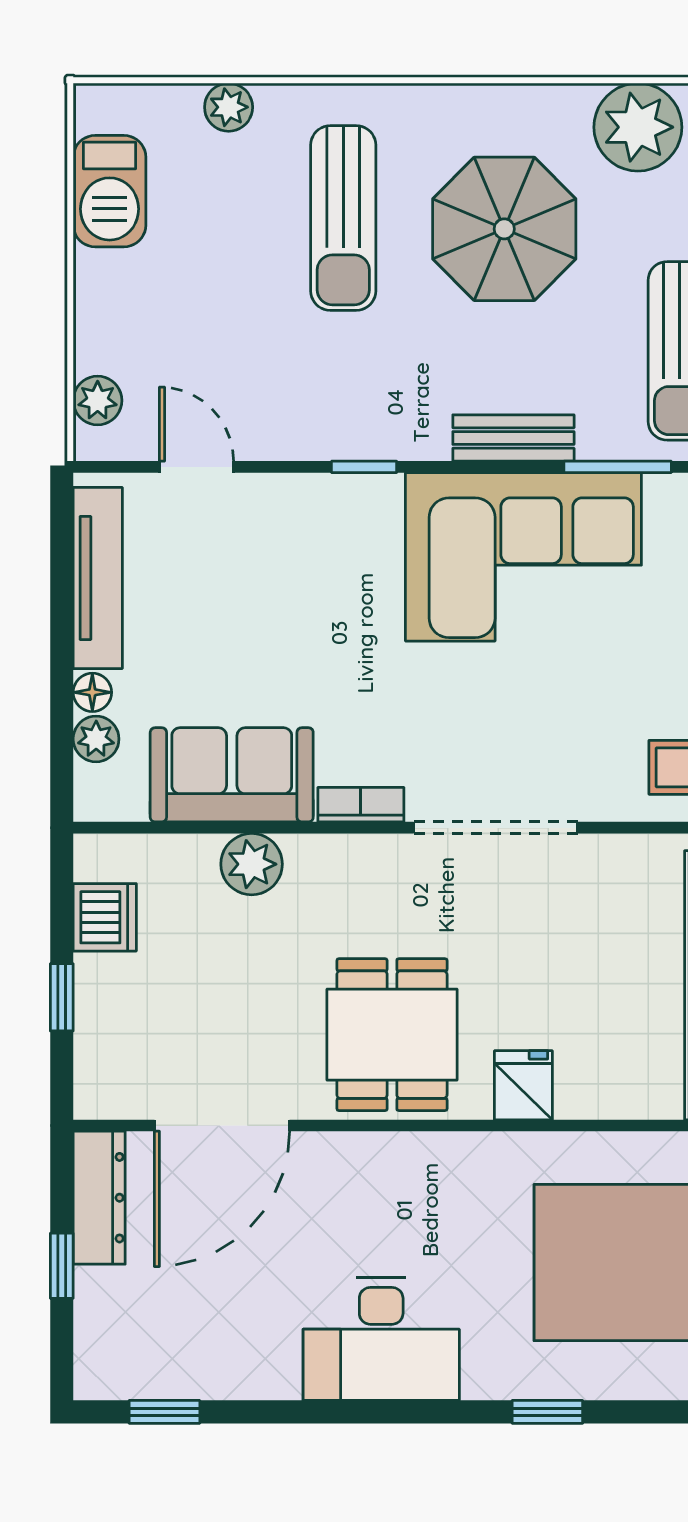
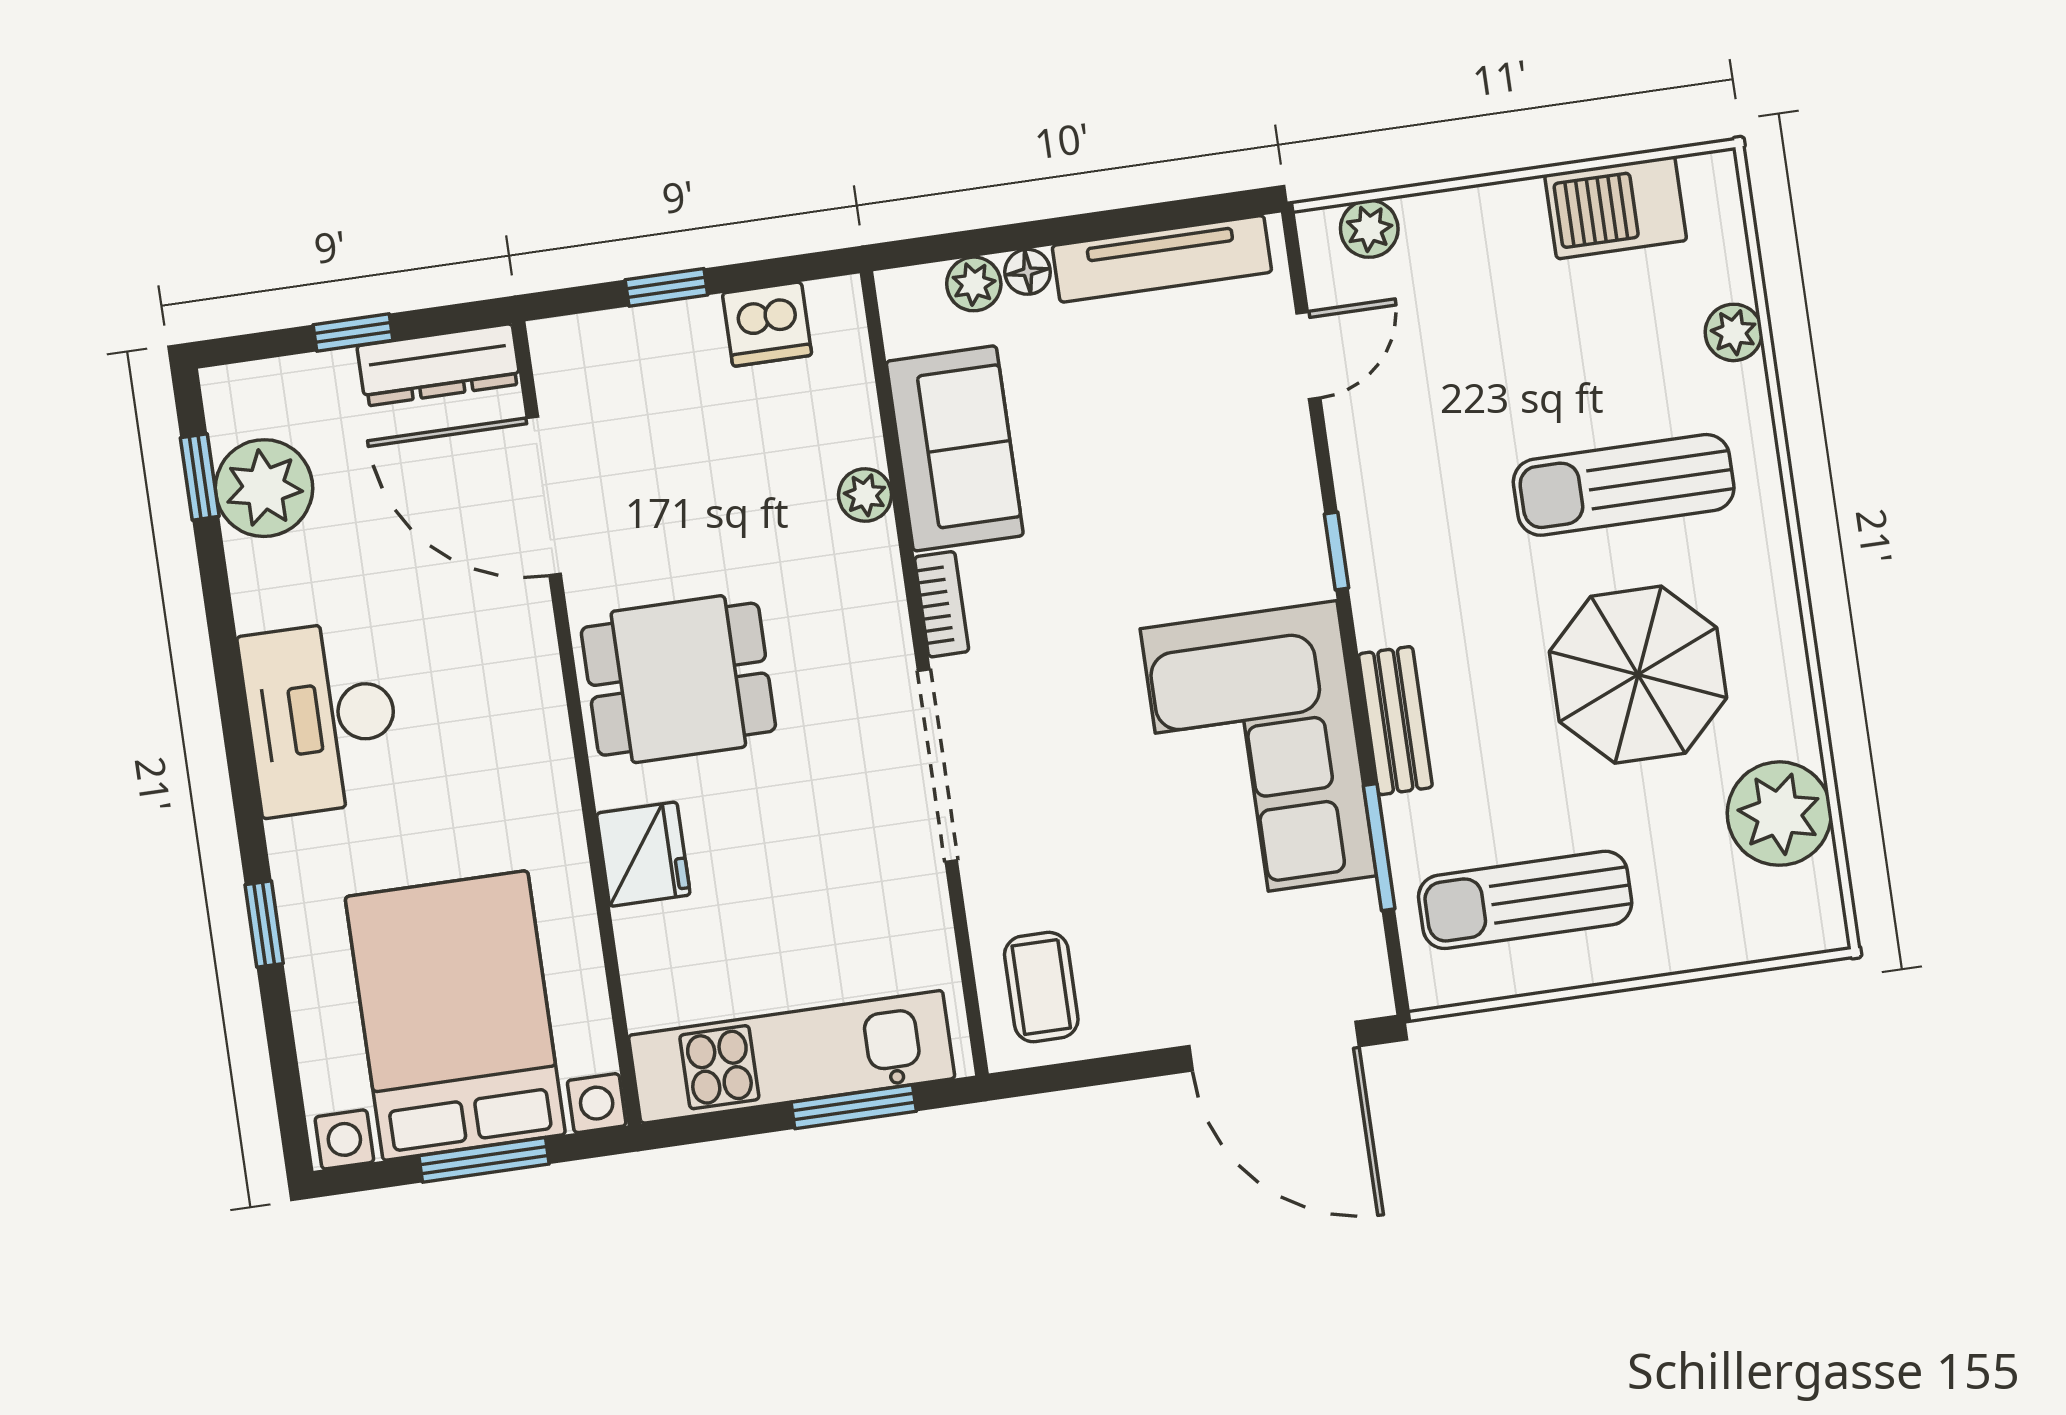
plant: (252, 864) -> (865, 495), width x0.73, depth x0.73
fridge: (523, 1085) -> (643, 854), width x1.38
plant: (181, 1359) -> (264, 488), added

